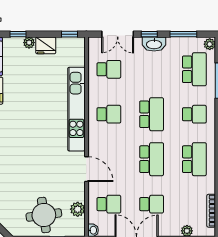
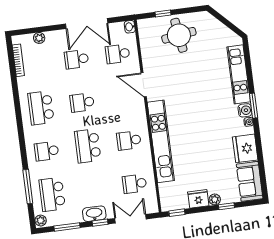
school desk: (152, 159) -> (82, 103), width x0.54
plant: (78, 209) -> (147, 45), removed

